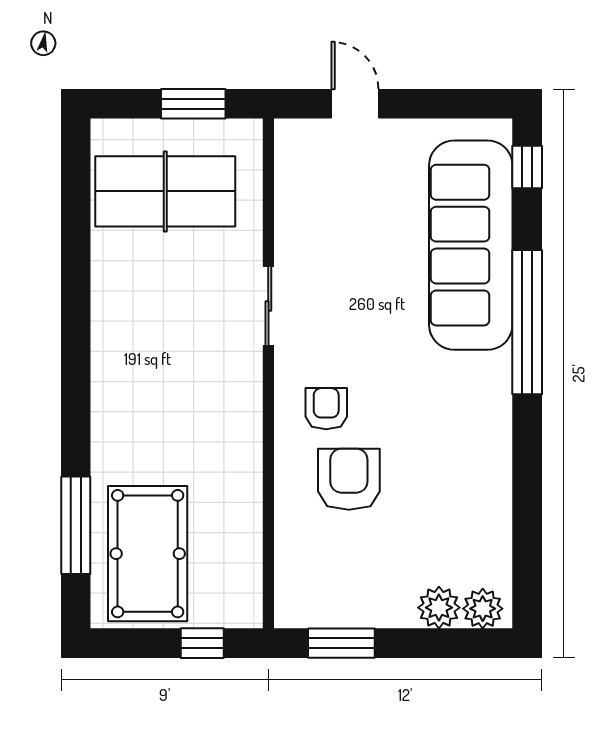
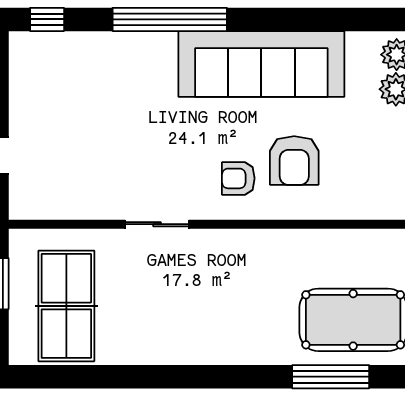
sofa: (471, 245) -> (261, 64), moved
armchair: (349, 479) -> (294, 161), turned -90

